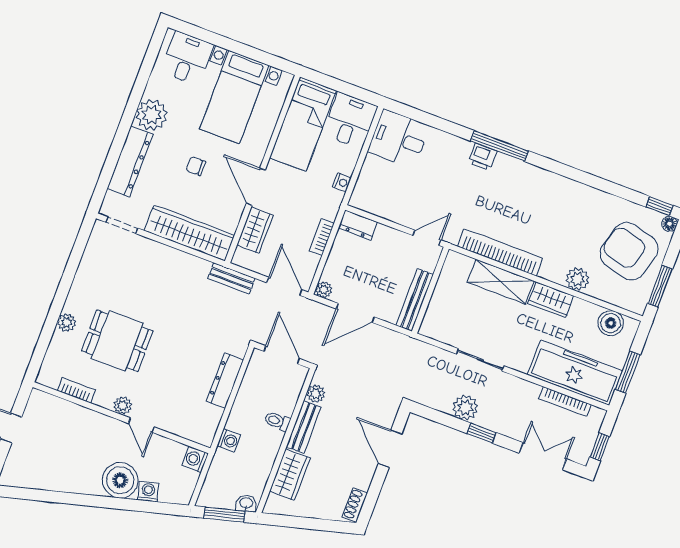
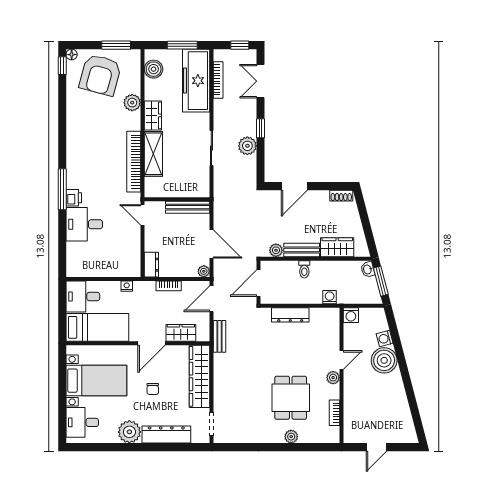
desk: (399, 139) -> (84, 224), moved, turned 90

